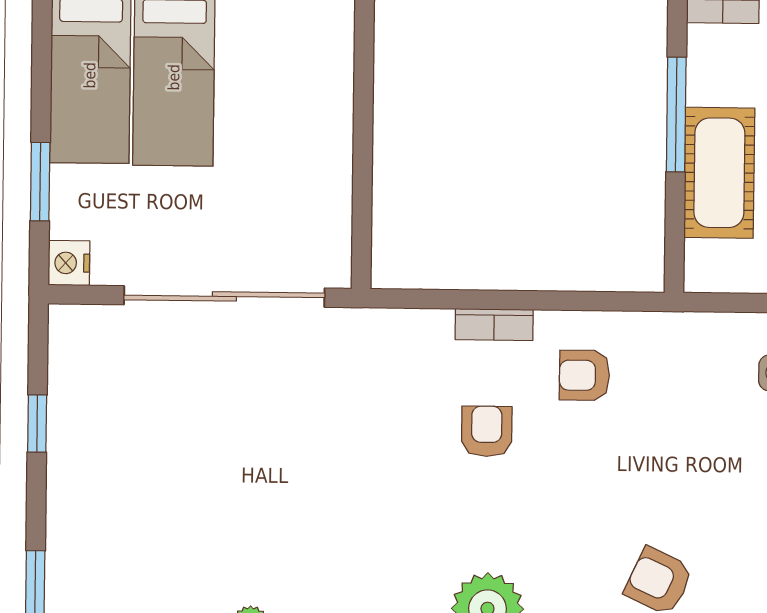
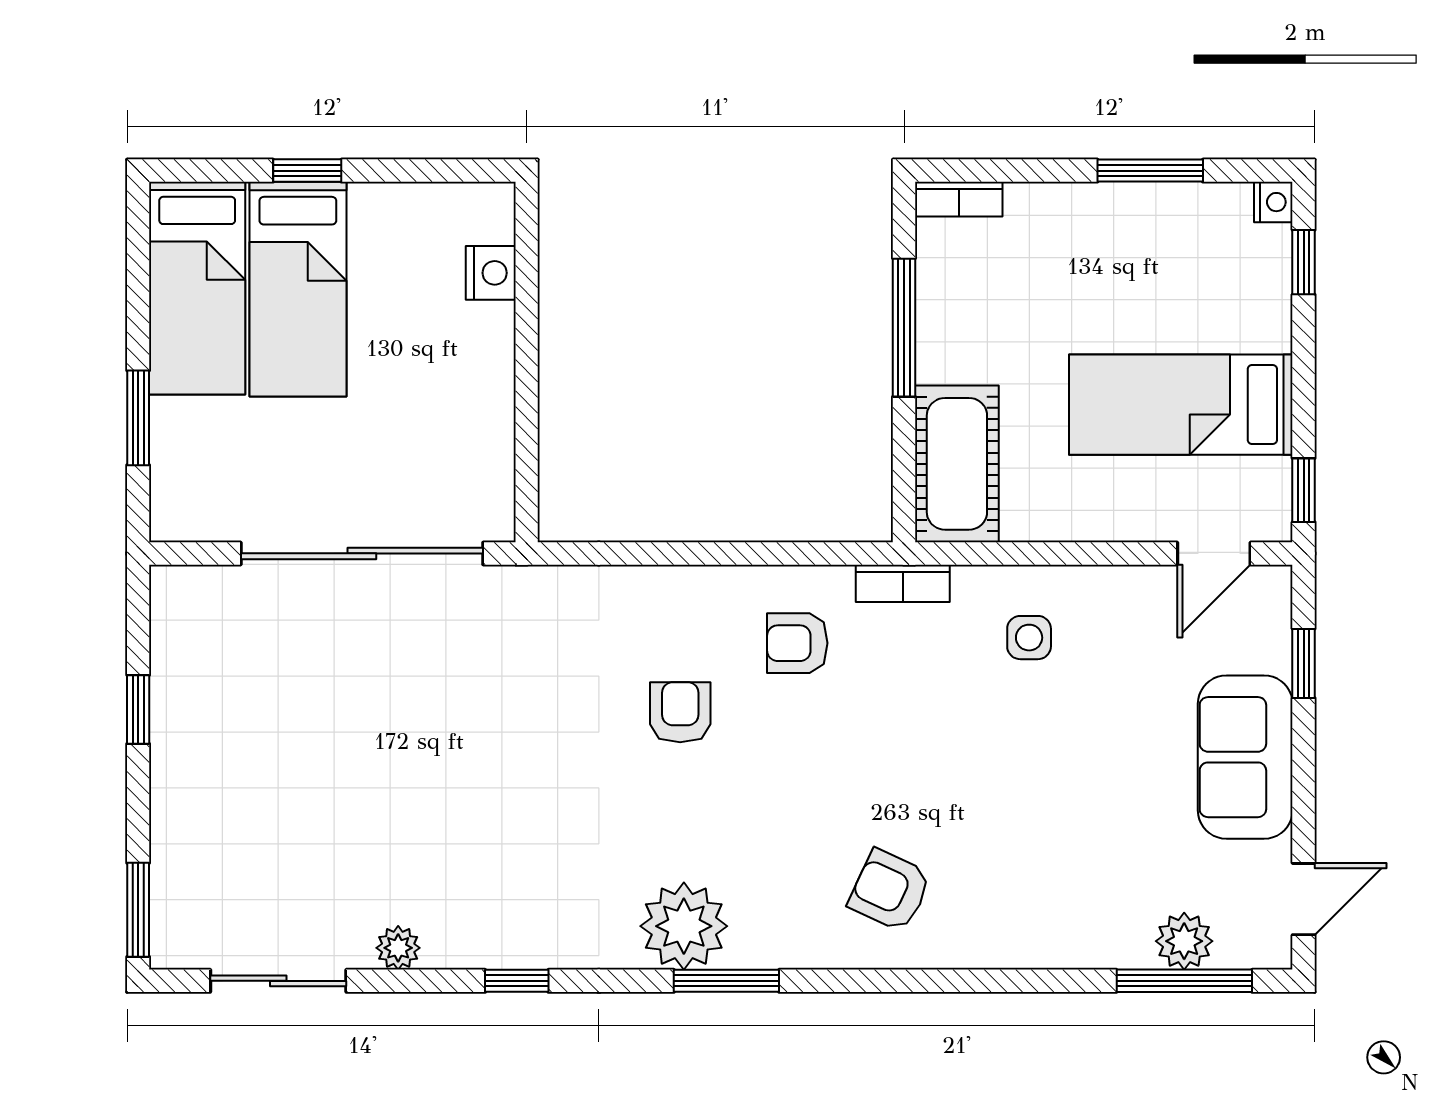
cot: (719, 173) -> (957, 464), moved
nightstand: (69, 263) -> (491, 273), moved, turned 180
bookcase: (494, 325) -> (903, 583), moved

